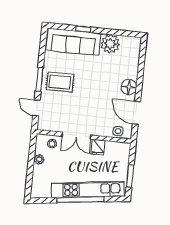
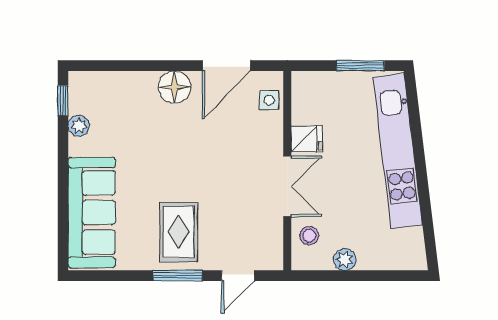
window: (83, 29) -> (63, 101), moved
plant: (110, 44) -> (79, 126), width x0.53, depth x0.53
window: (80, 200) -> (420, 165), removed

